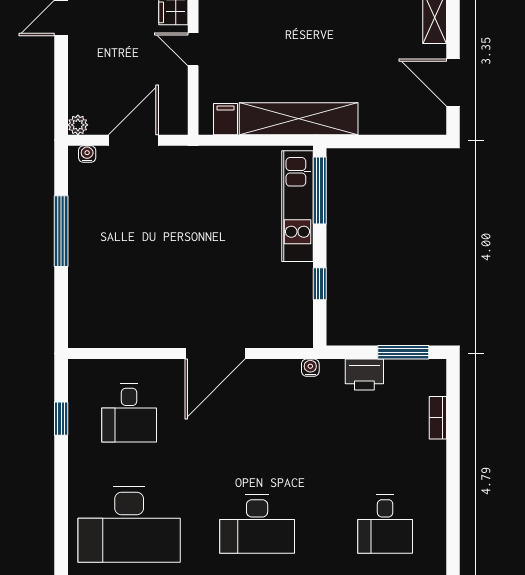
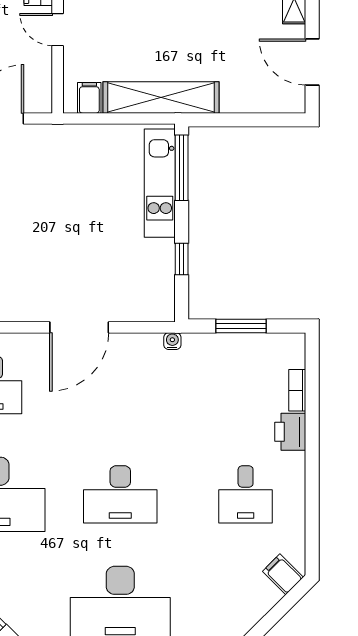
window: (403, 352) -> (241, 326), moved
printer: (364, 375) -> (290, 432), moved, turned 90

